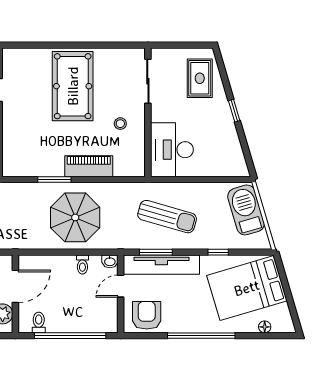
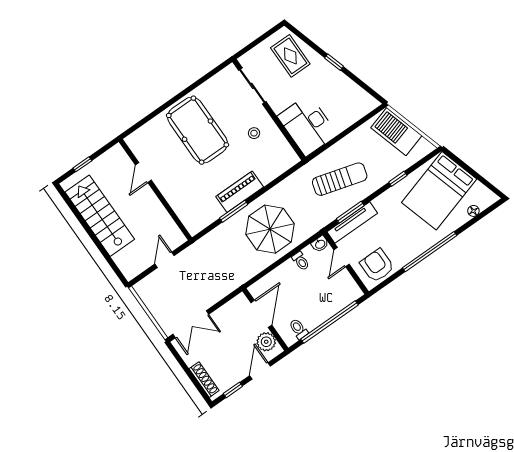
piano: (89, 166) -> (240, 192), moved
tv unit: (161, 265) -> (352, 223), width x0.73, depth x0.78

